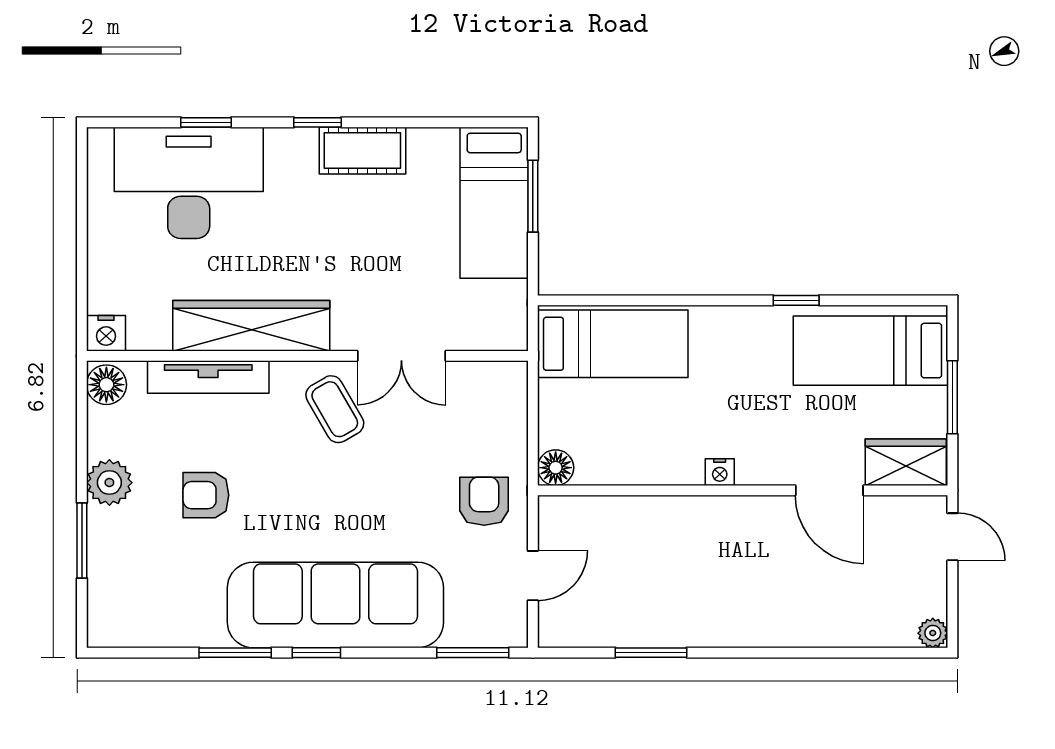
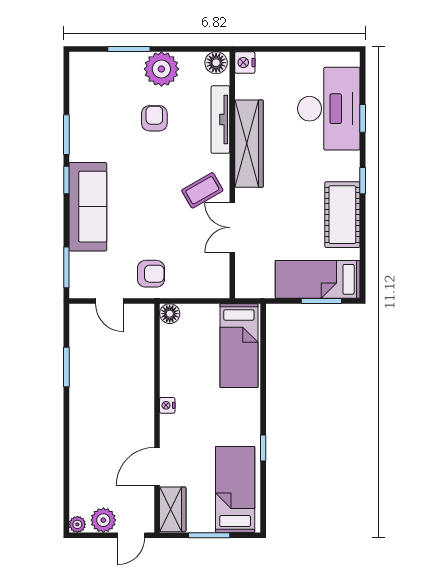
cot: (362, 151) -> (342, 215), width x1.37, depth x1.34
plant: (109, 483) -> (161, 69), width x1.36, depth x1.36
plant: (925, 587) -> (103, 520), added
sofa: (335, 605) -> (88, 207), width x0.74, depth x0.79

